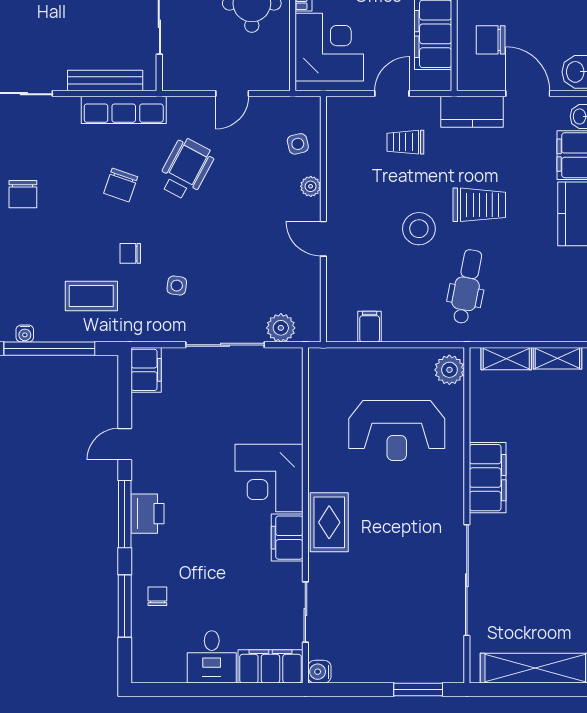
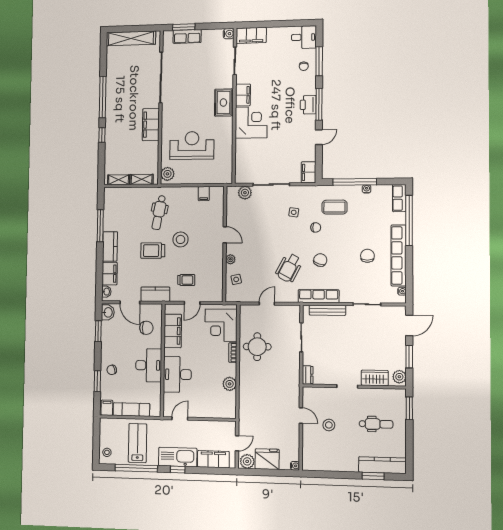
desk: (212, 657) -> (304, 37), moved, turned 90
row of seats: (410, 668) -> (187, 36), added

